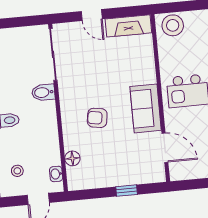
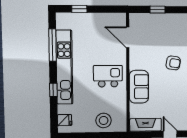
stool: (173, 25) -> (104, 120), moved
sofa: (146, 108) -> (139, 87), moved

